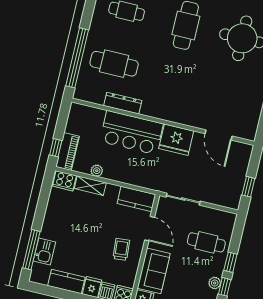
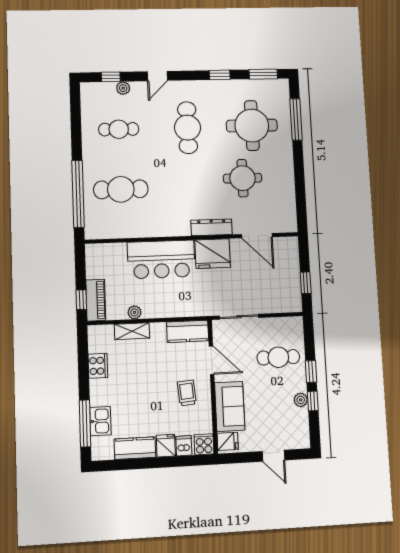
round table: (221, 82) -> (243, 178), added
dresser: (123, 103) -> (211, 227), moved
cooker: (64, 181) -> (98, 366), moved, turned -90

